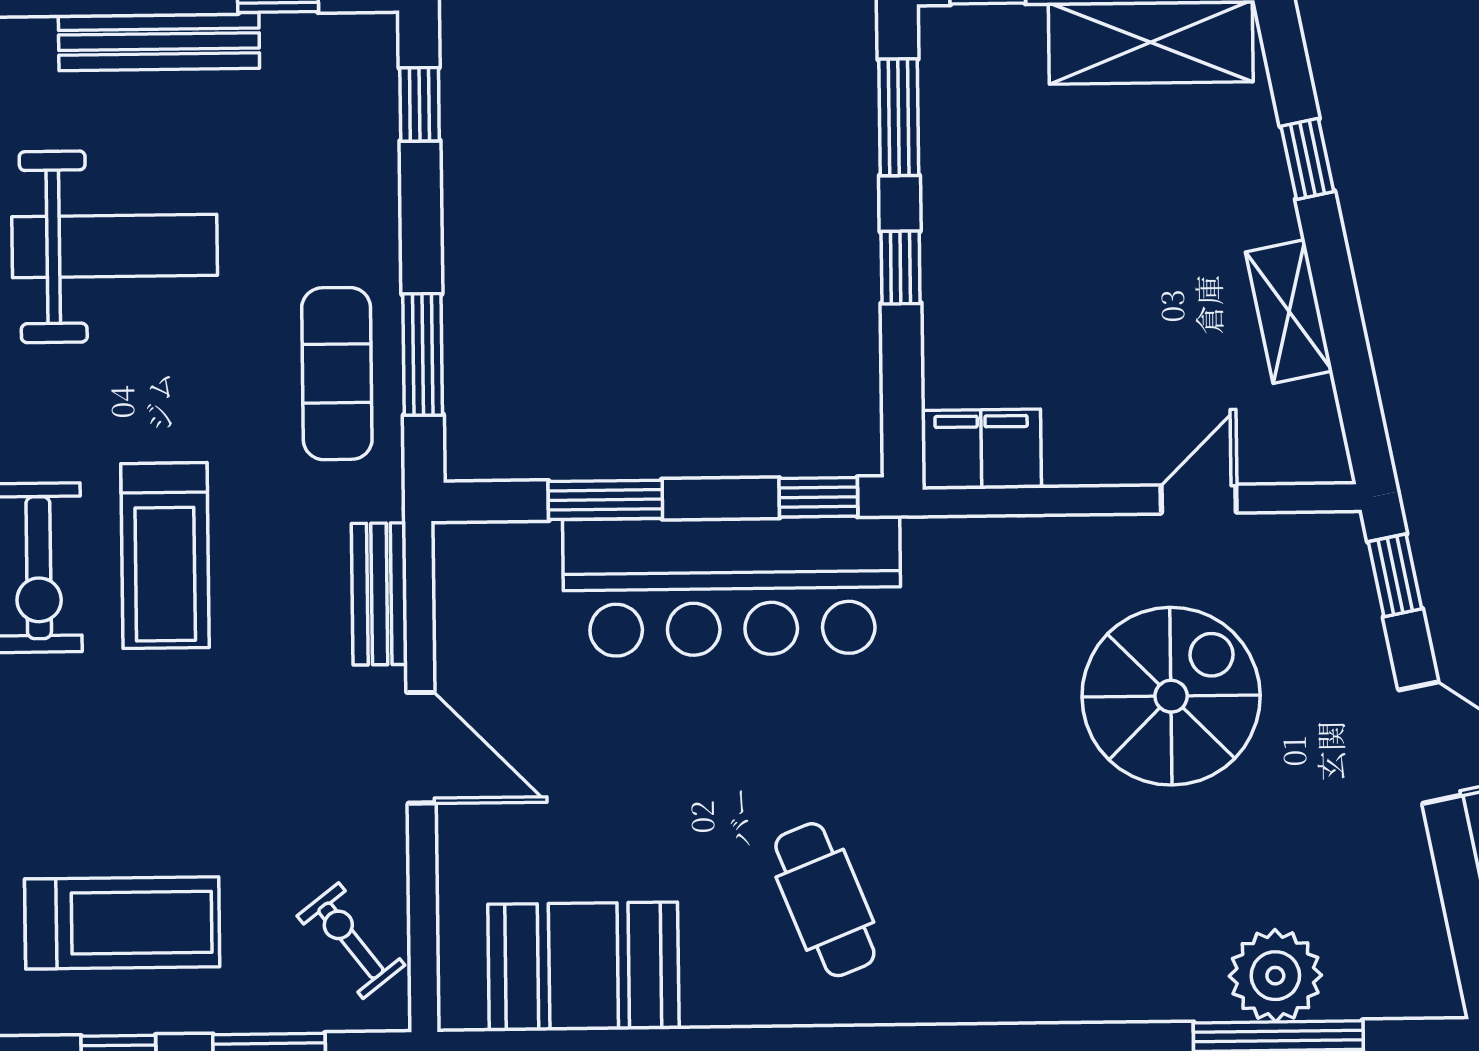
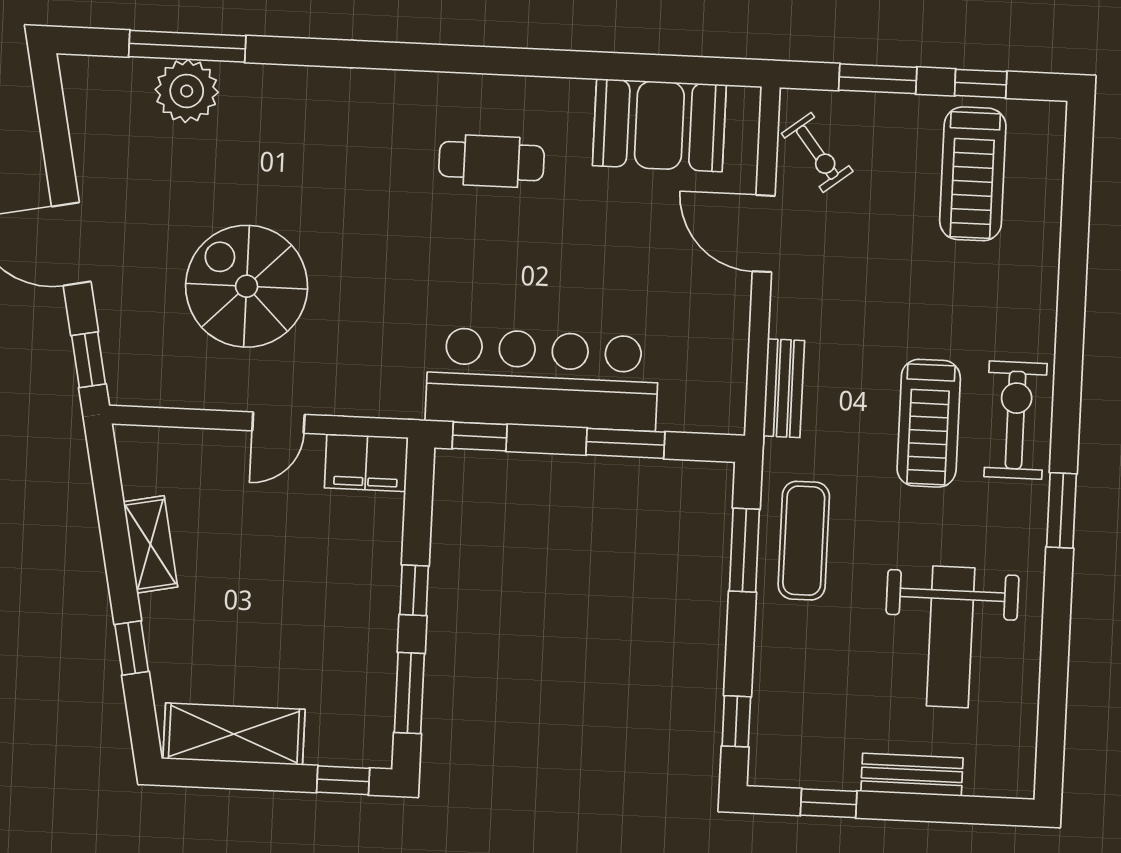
bench: (159, 42) -> (912, 775), width x0.73
weight bench: (115, 246) -> (951, 637), turned -90
door: (1199, 499) -> (278, 423), moved
treadmill: (165, 556) -> (929, 423), turned 180
spiral stairs: (1171, 696) -> (247, 286), turned 90
door: (421, 748) -> (764, 234), moved
cafe table: (825, 900) -> (491, 161), turned -68
treadmill: (122, 923) -> (973, 174), turned -90

